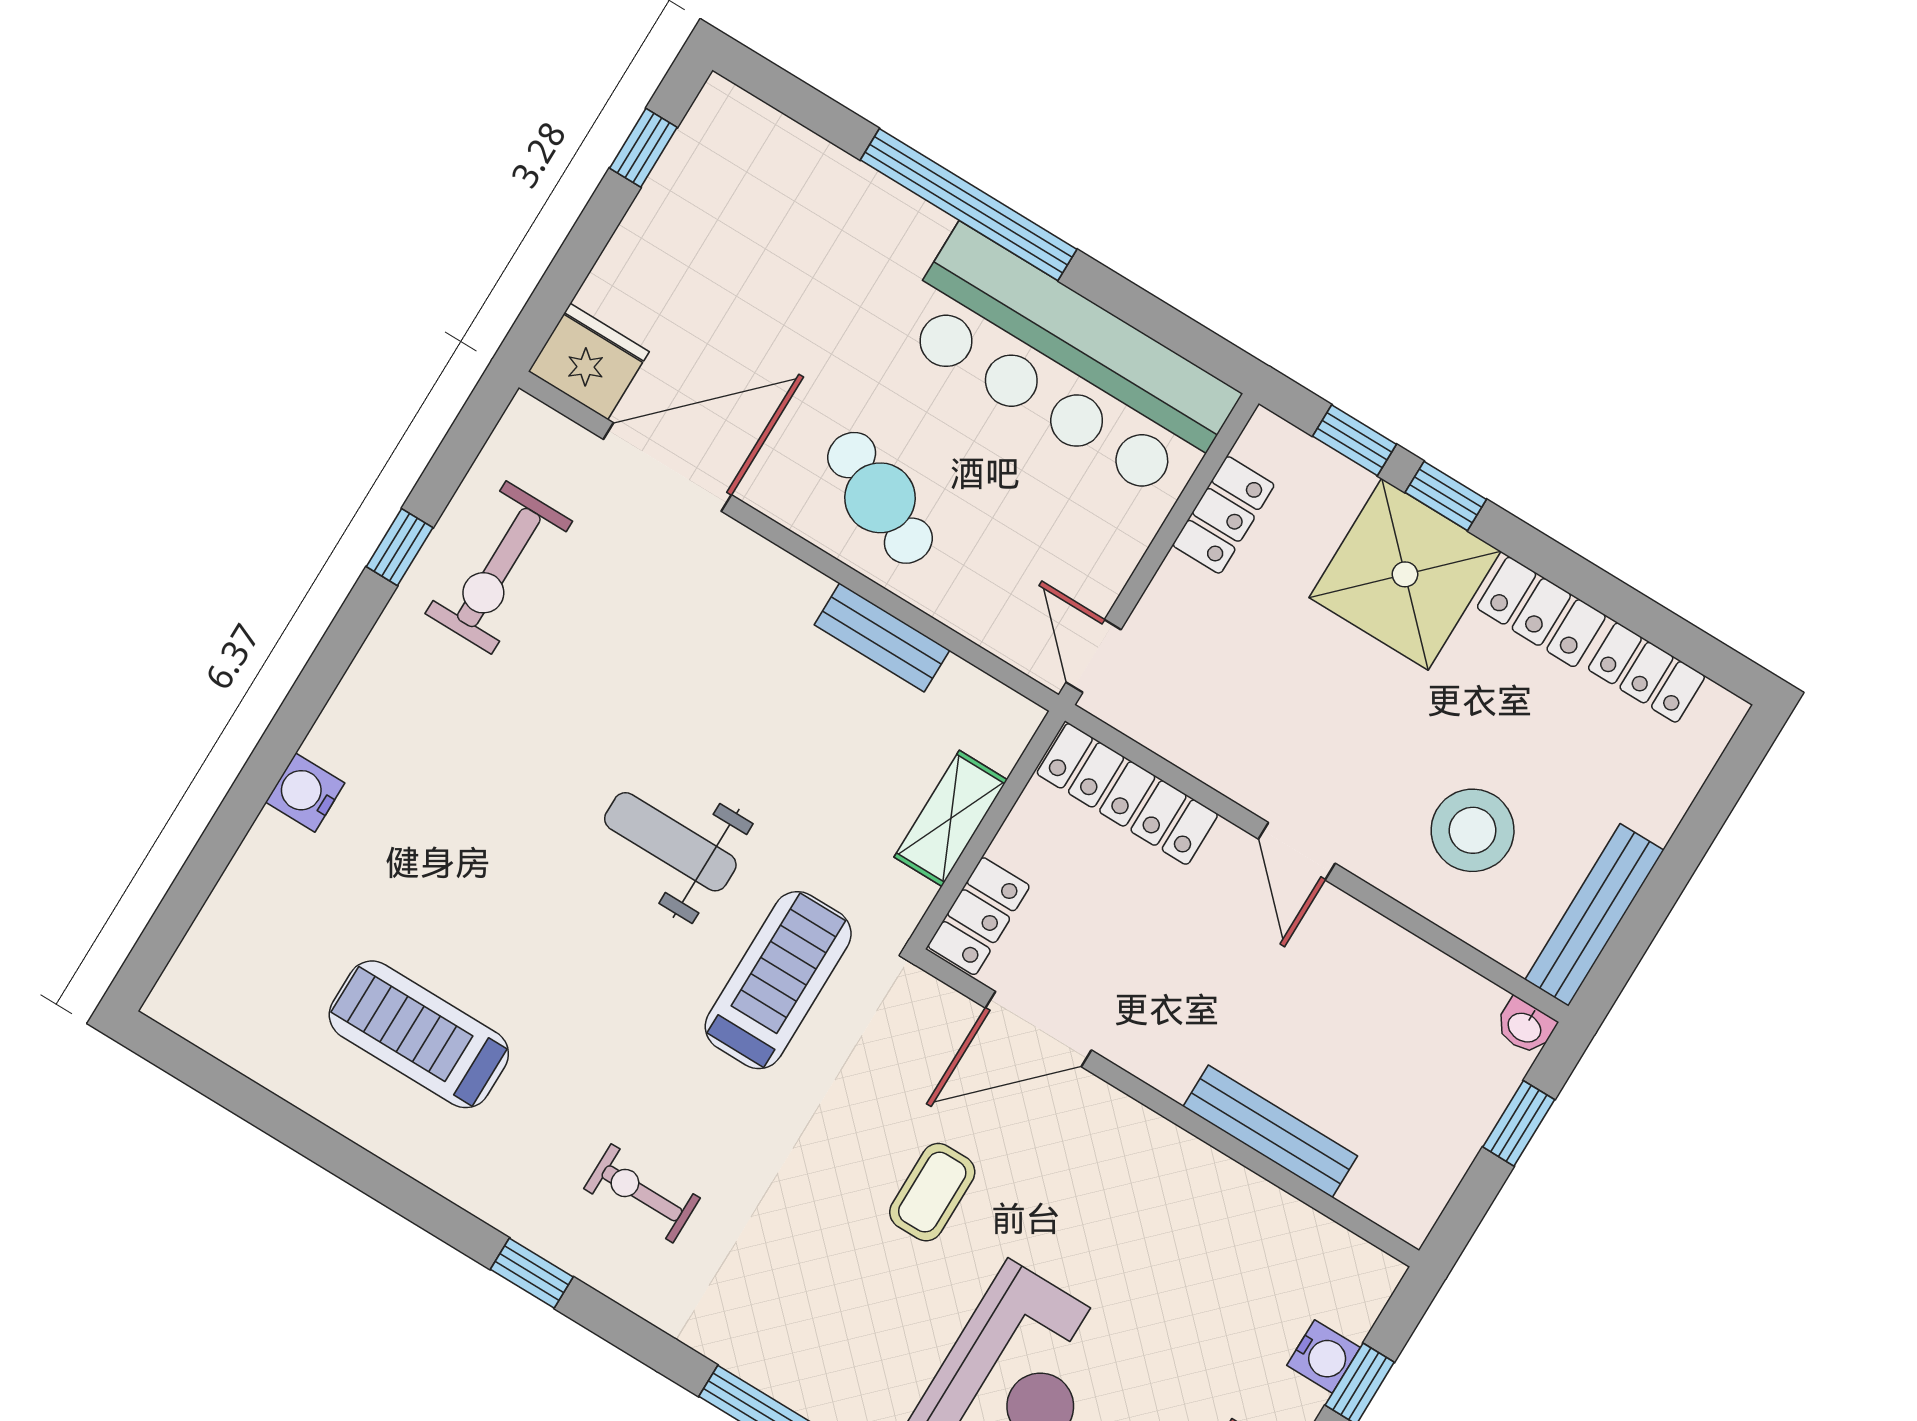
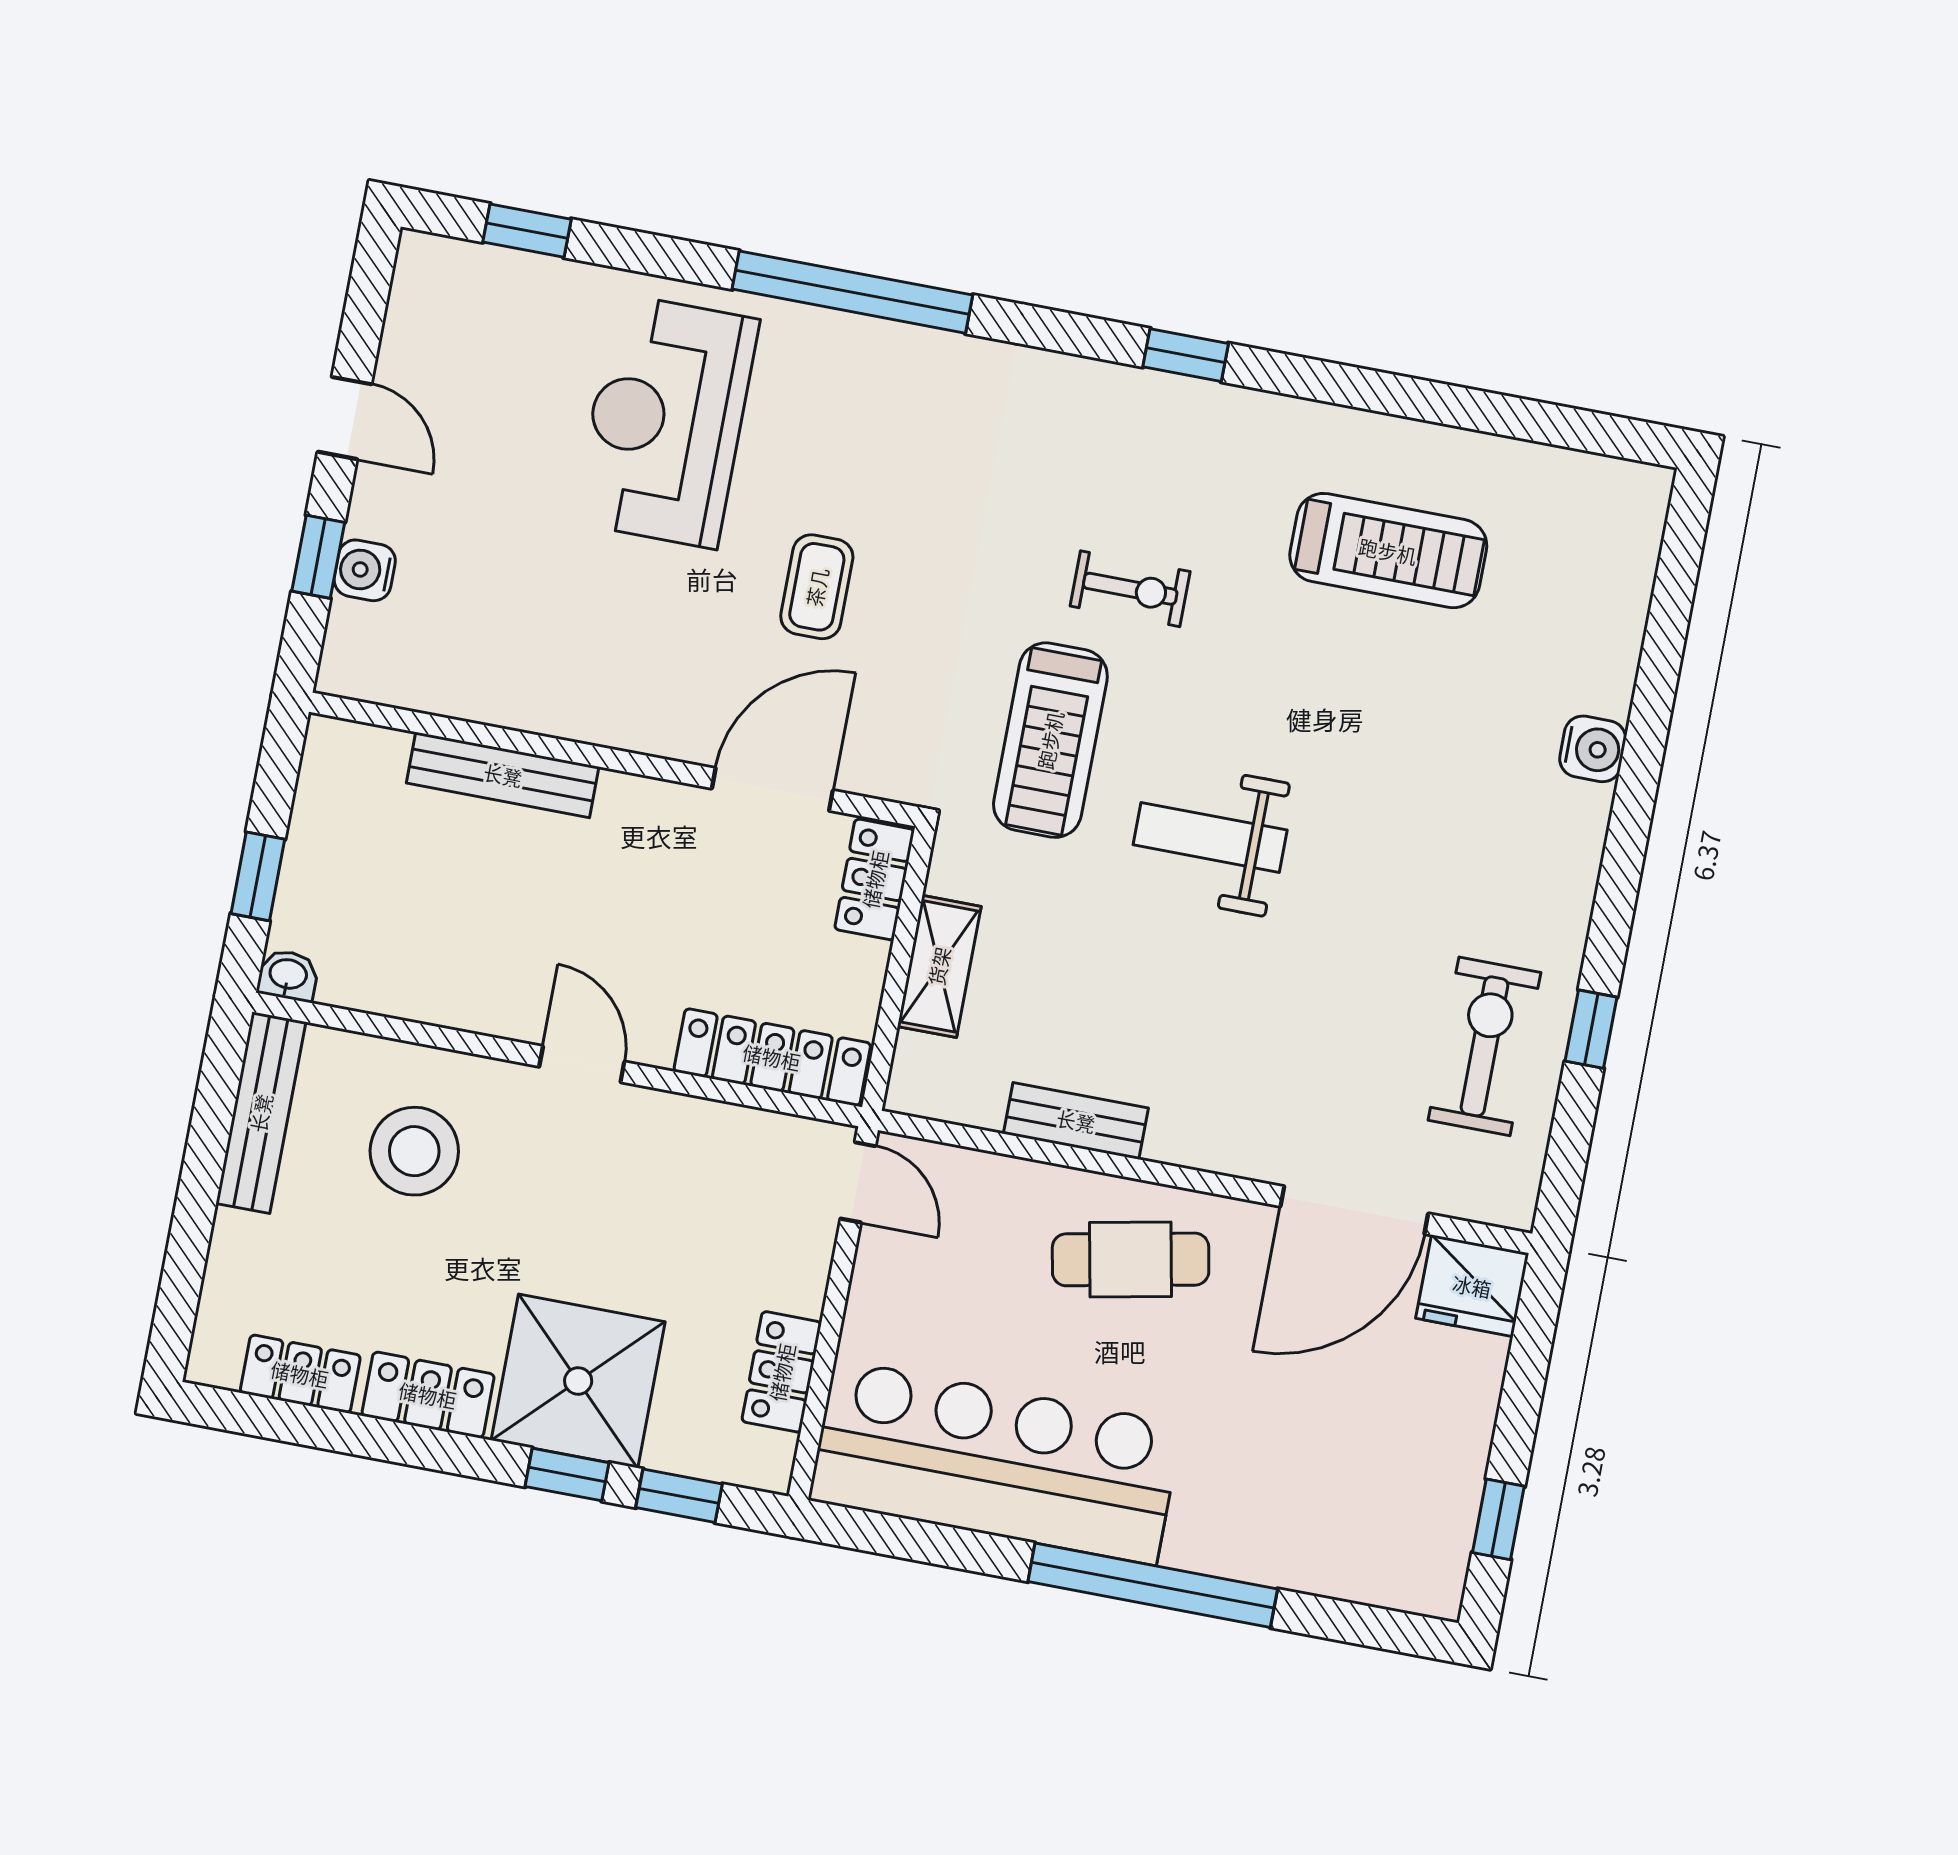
cafe table: (880, 498) -> (1131, 1259), turned -36
weight bench: (670, 842) -> (1210, 837), turned 180
exercise bike: (642, 1193) -> (1130, 589), moved

